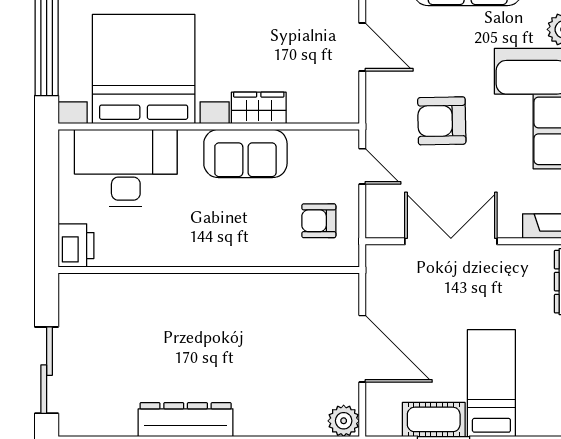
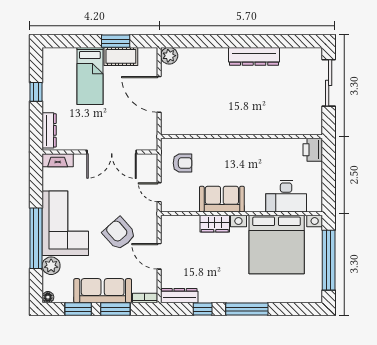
armchair: (442, 121) -> (119, 234), moved, turned -131
desk: (126, 168) -> (286, 196), width x0.73, depth x0.77

